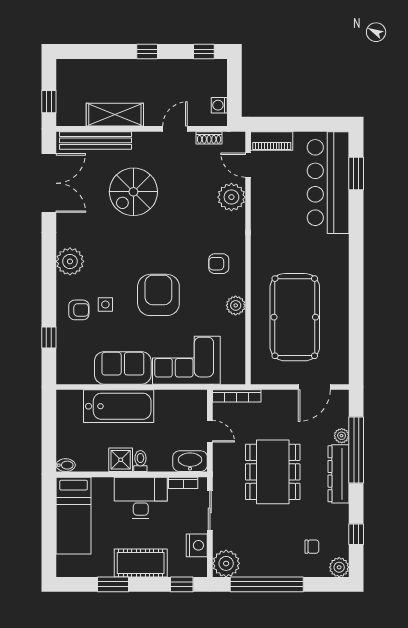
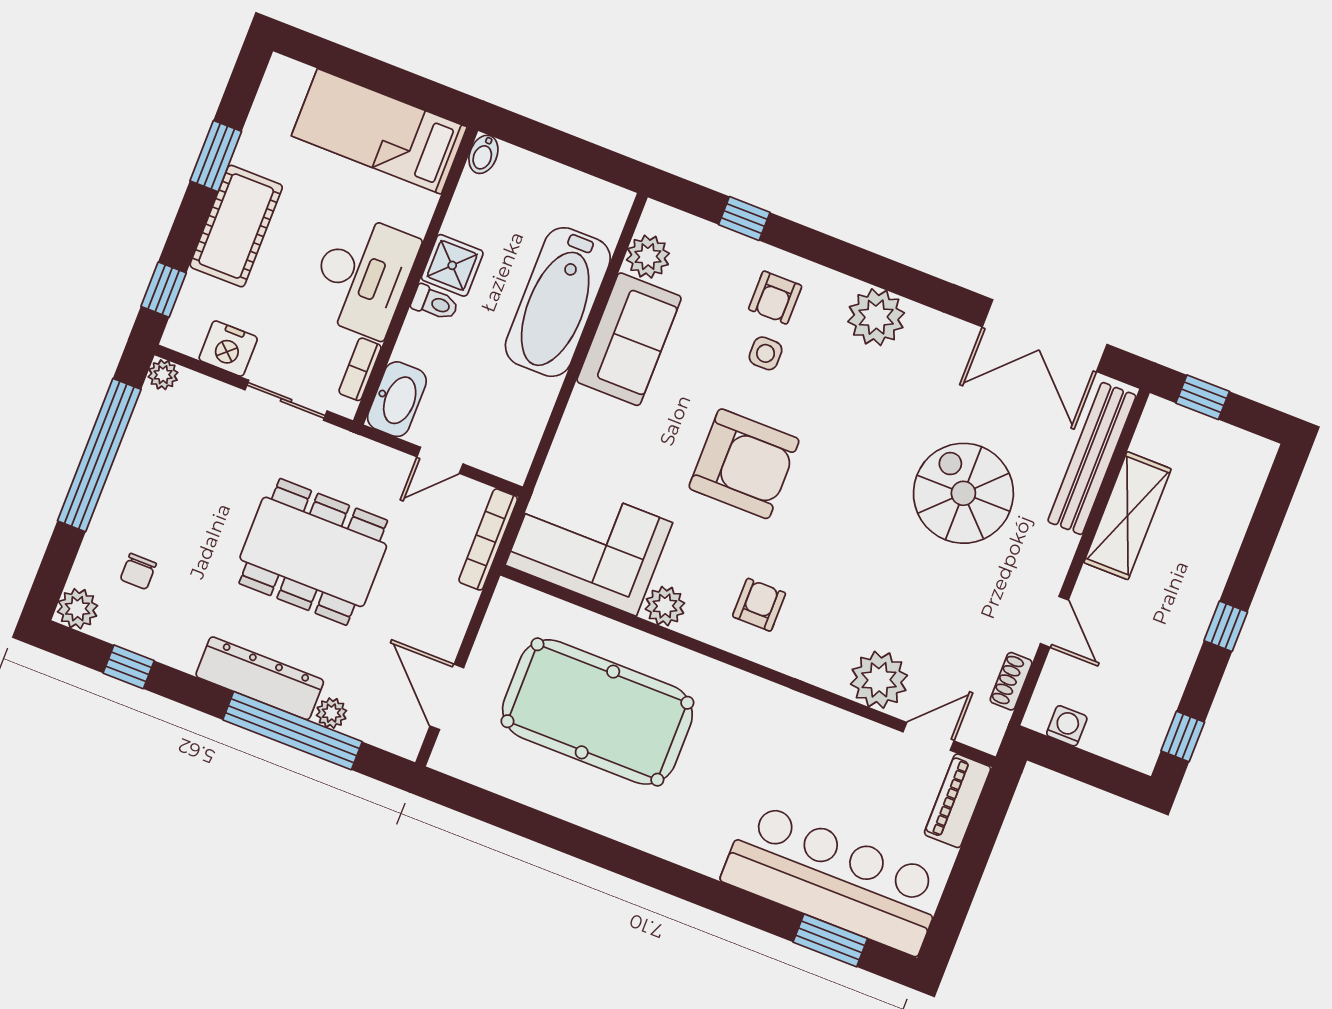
corner sofa: (186, 360) -> (589, 544), moved, turned -90
plant: (83, 374) -> (648, 257), added
plant: (226, 563) -> (163, 375), width x0.53, depth x0.53

